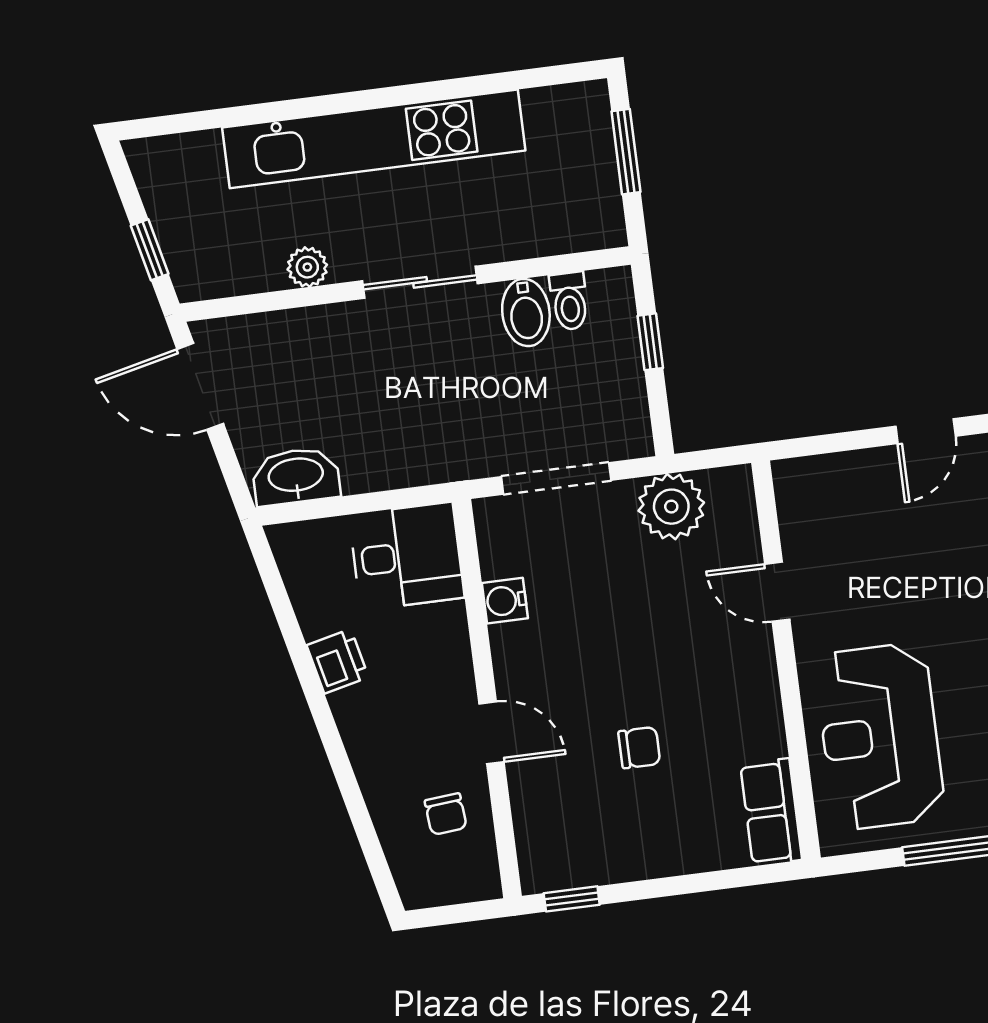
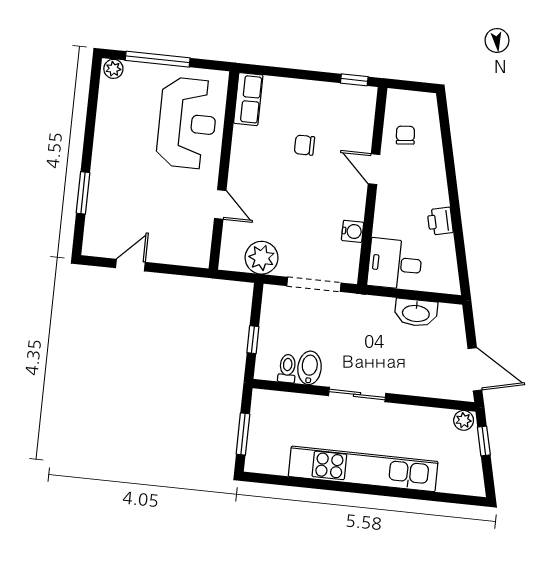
plant: (307, 267) -> (464, 420), moved
washbasin: (296, 476) -> (416, 313), moved

